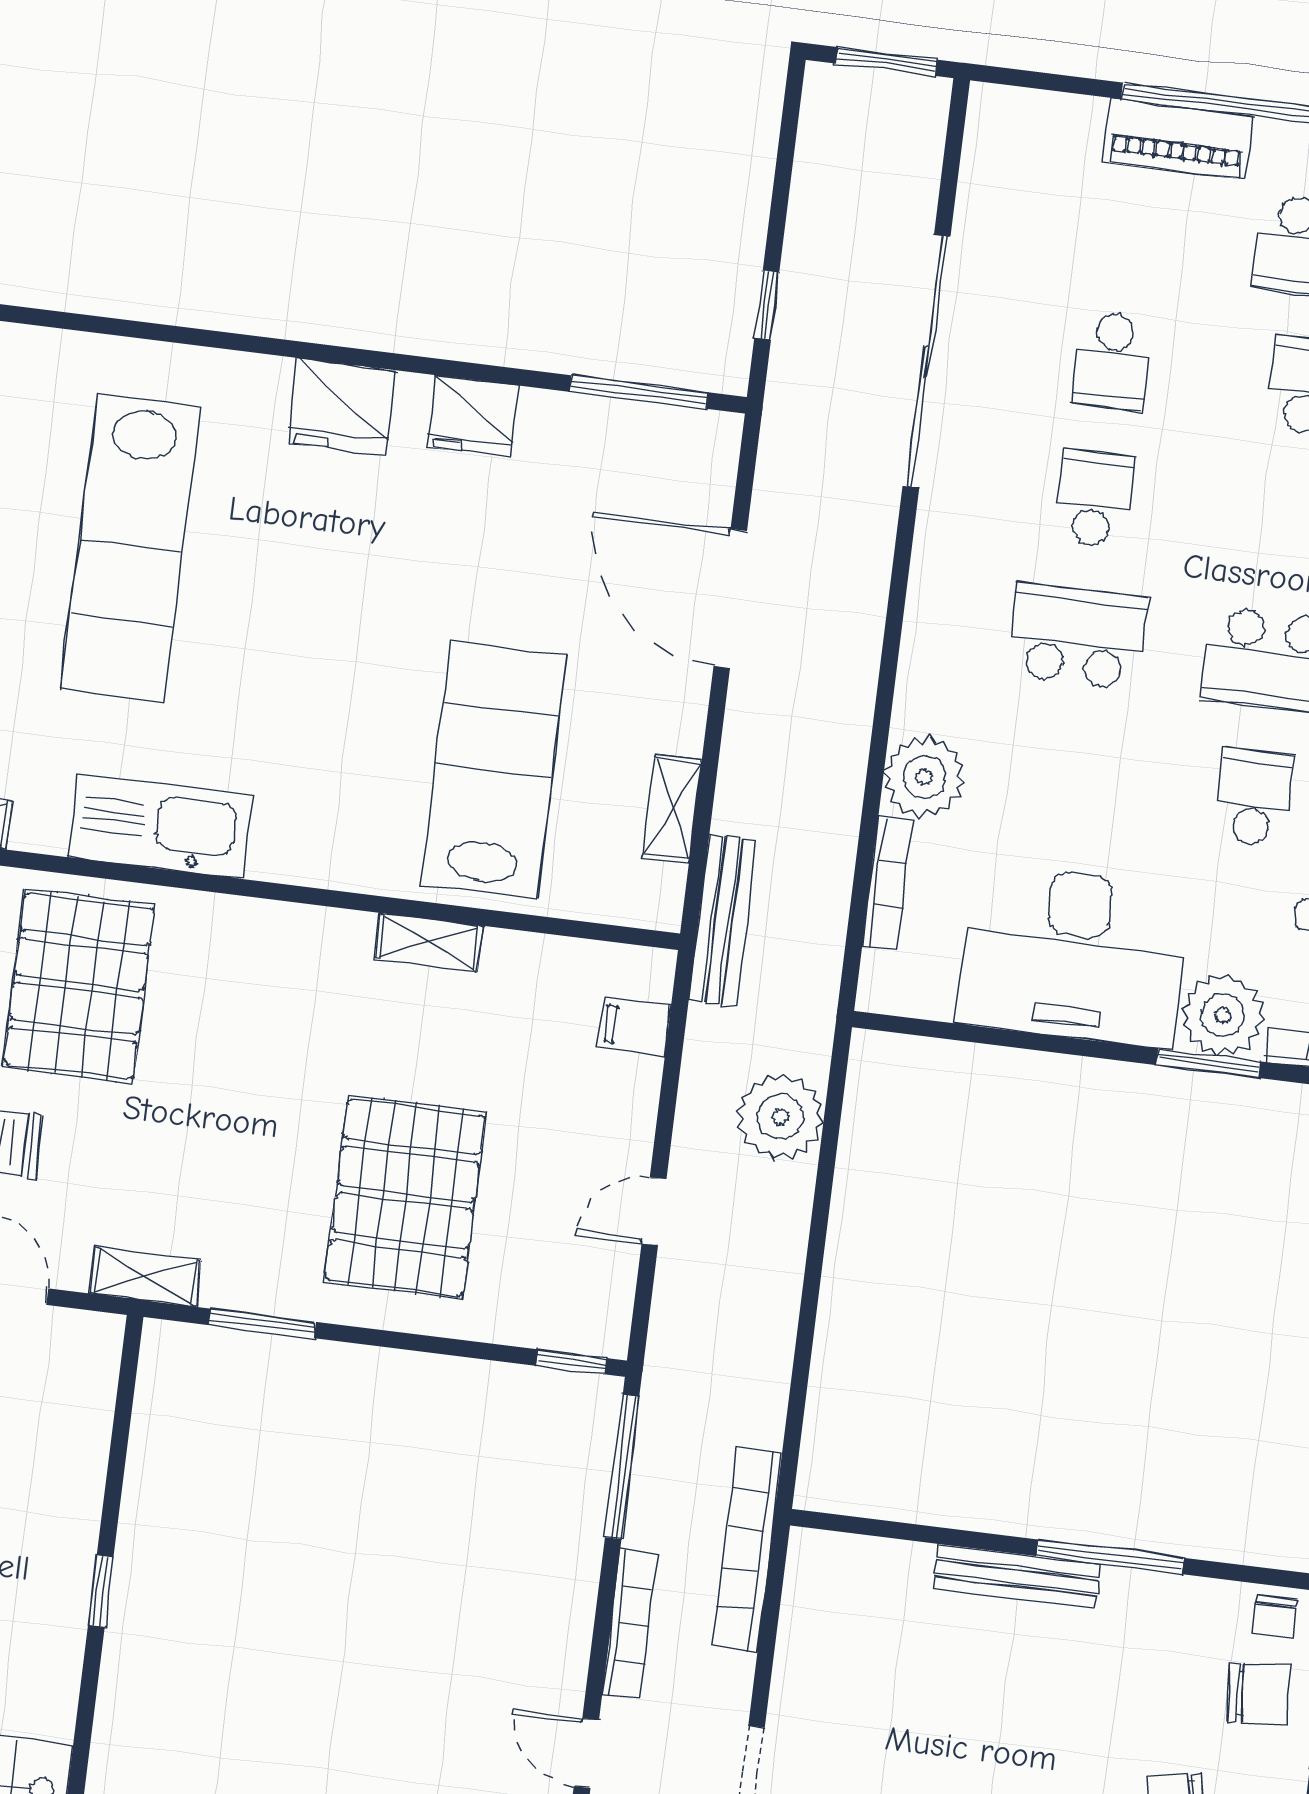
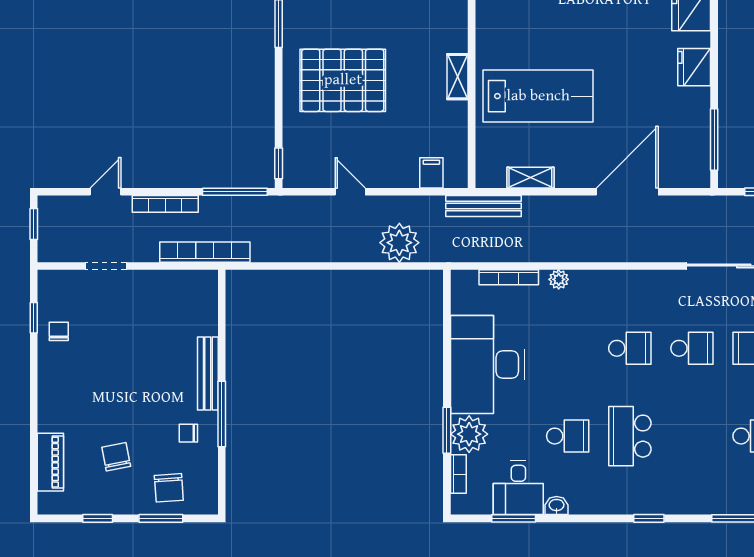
school desk: (1077, 636) -> (630, 348), width x0.54
plant: (924, 777) -> (559, 279), width x0.53, depth x0.53
chair: (1275, 1617) -> (188, 433), moved

